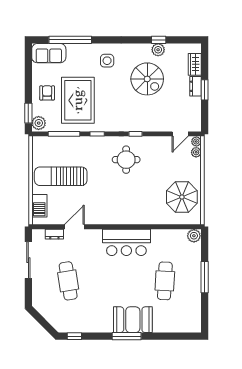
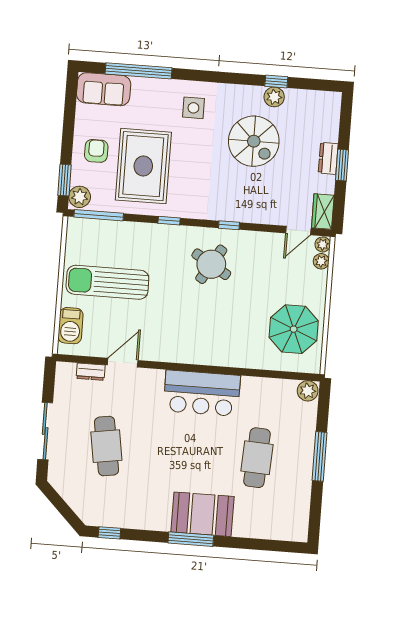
wardrobe: (195, 64) -> (323, 212), moved
window: (64, 134) -> (99, 215), moved
round table: (126, 160) -> (211, 264), turned 31
sliding door: (28, 260) -> (45, 431), moved

